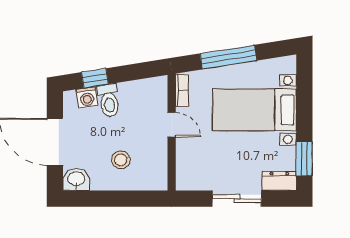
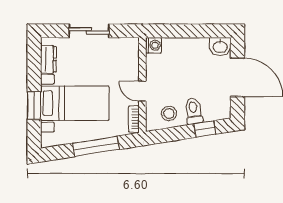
washing machine: (87, 97) -> (153, 45), moved, turned 99
window: (304, 159) -> (34, 106), moved
stool: (121, 160) -> (169, 113), moved
dresser: (279, 181) -> (48, 59), moved, turned -90

